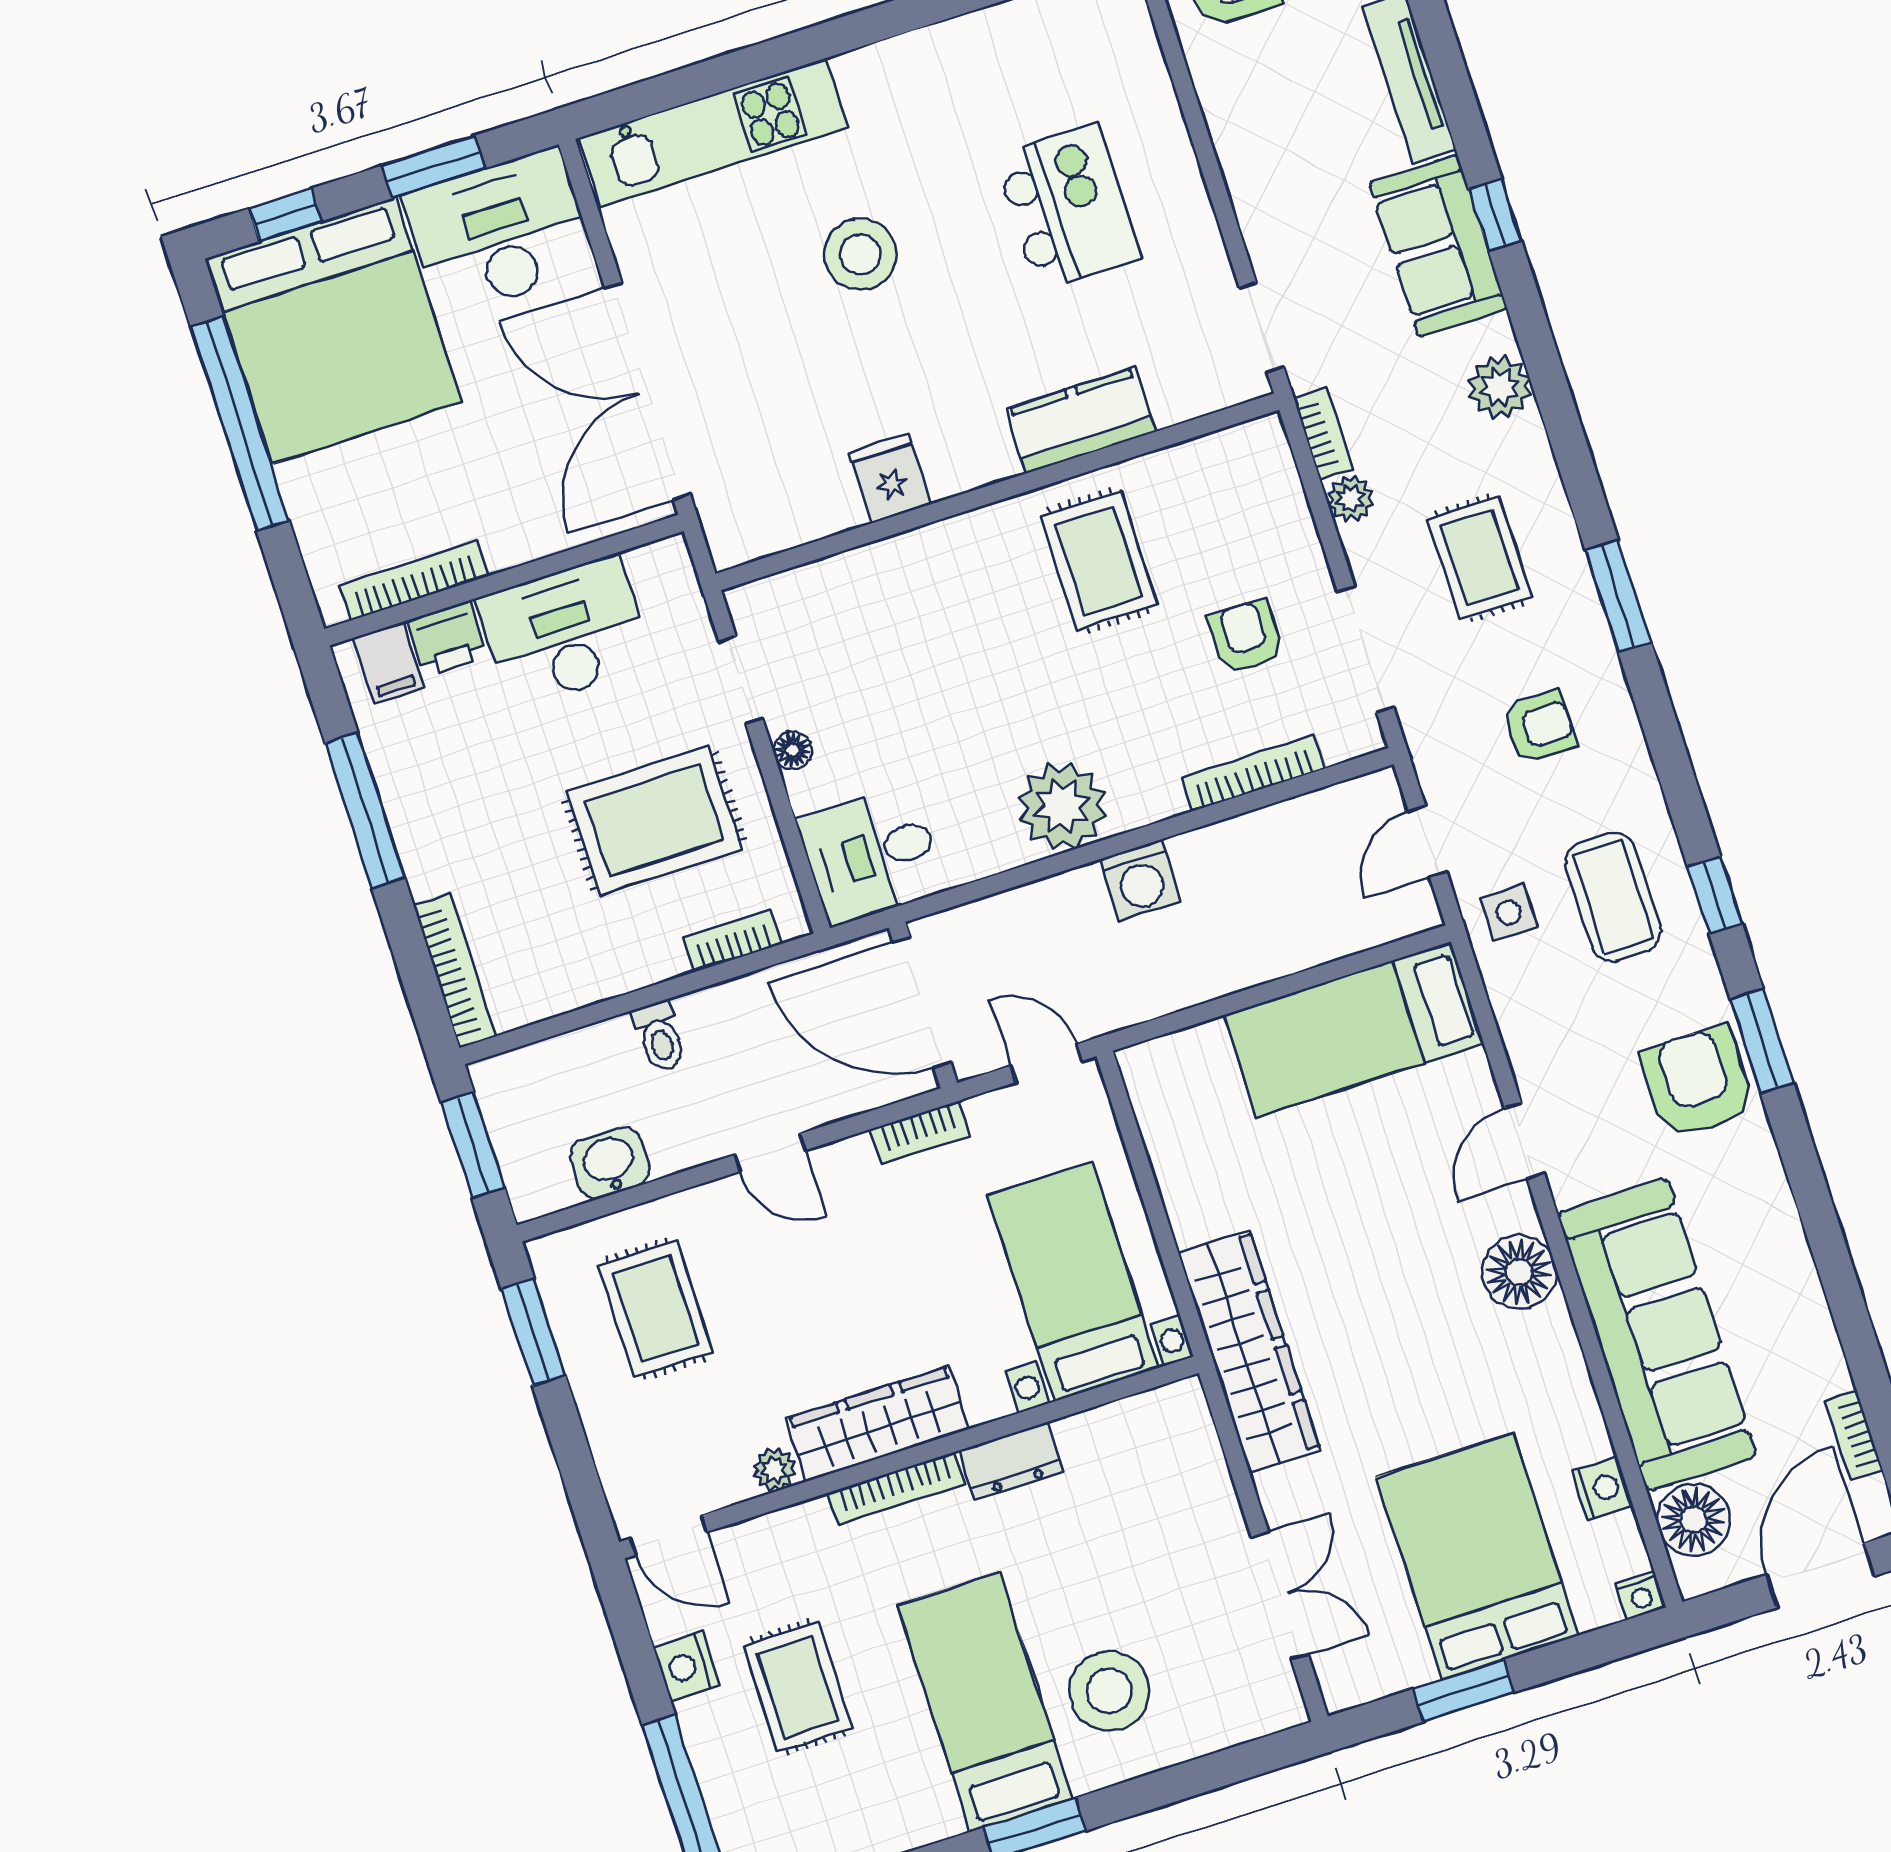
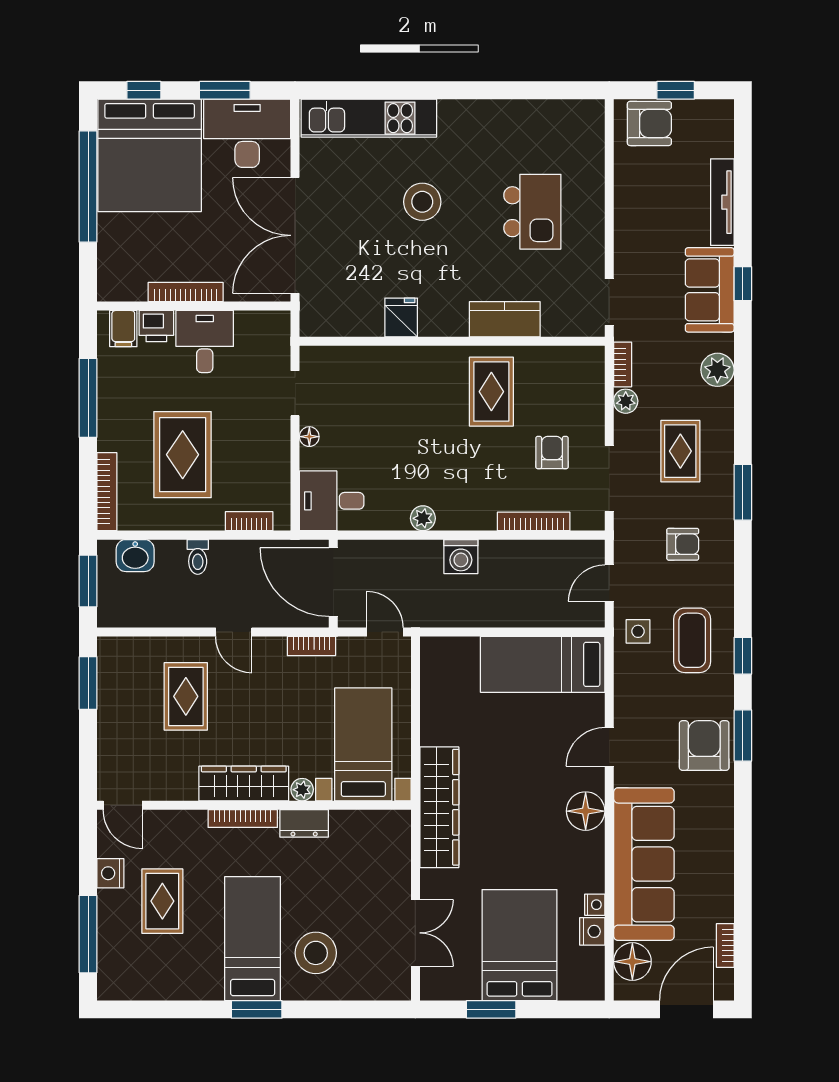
bookcase: (414, 581) -> (186, 292), moved
desk: (565, 632) -> (205, 342), width x0.73
plant: (1062, 806) -> (423, 518), width x0.53, depth x0.53
rug: (654, 821) -> (183, 455), moved, turned 90
washbasin: (609, 1163) -> (135, 556), moved, turned 180
rug: (656, 1309) -> (186, 696), moved
plant: (774, 1469) -> (302, 790), moved
nightstand: (1641, 1595) -> (595, 905), moved, turned -90

